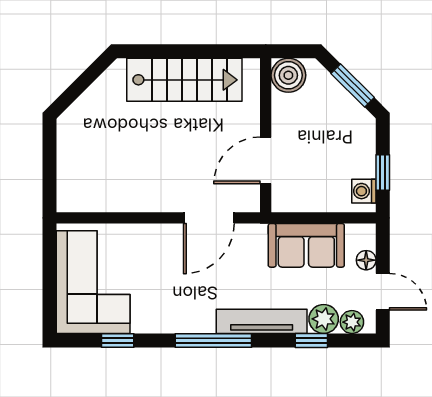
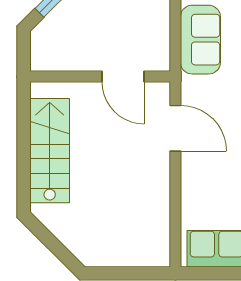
boiler: (288, 75) -> (46, 56), removed

